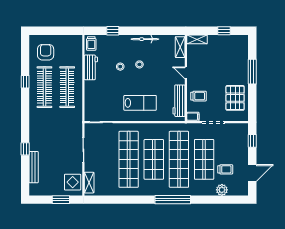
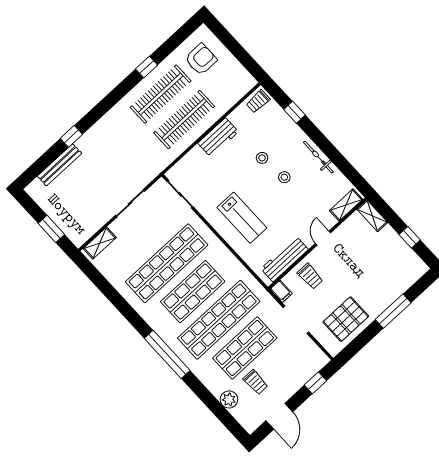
workbench: (91, 67) -> (218, 137), moved
door: (252, 173) -> (279, 416), hinge flipped
display table: (73, 182) -> (83, 224), removed

